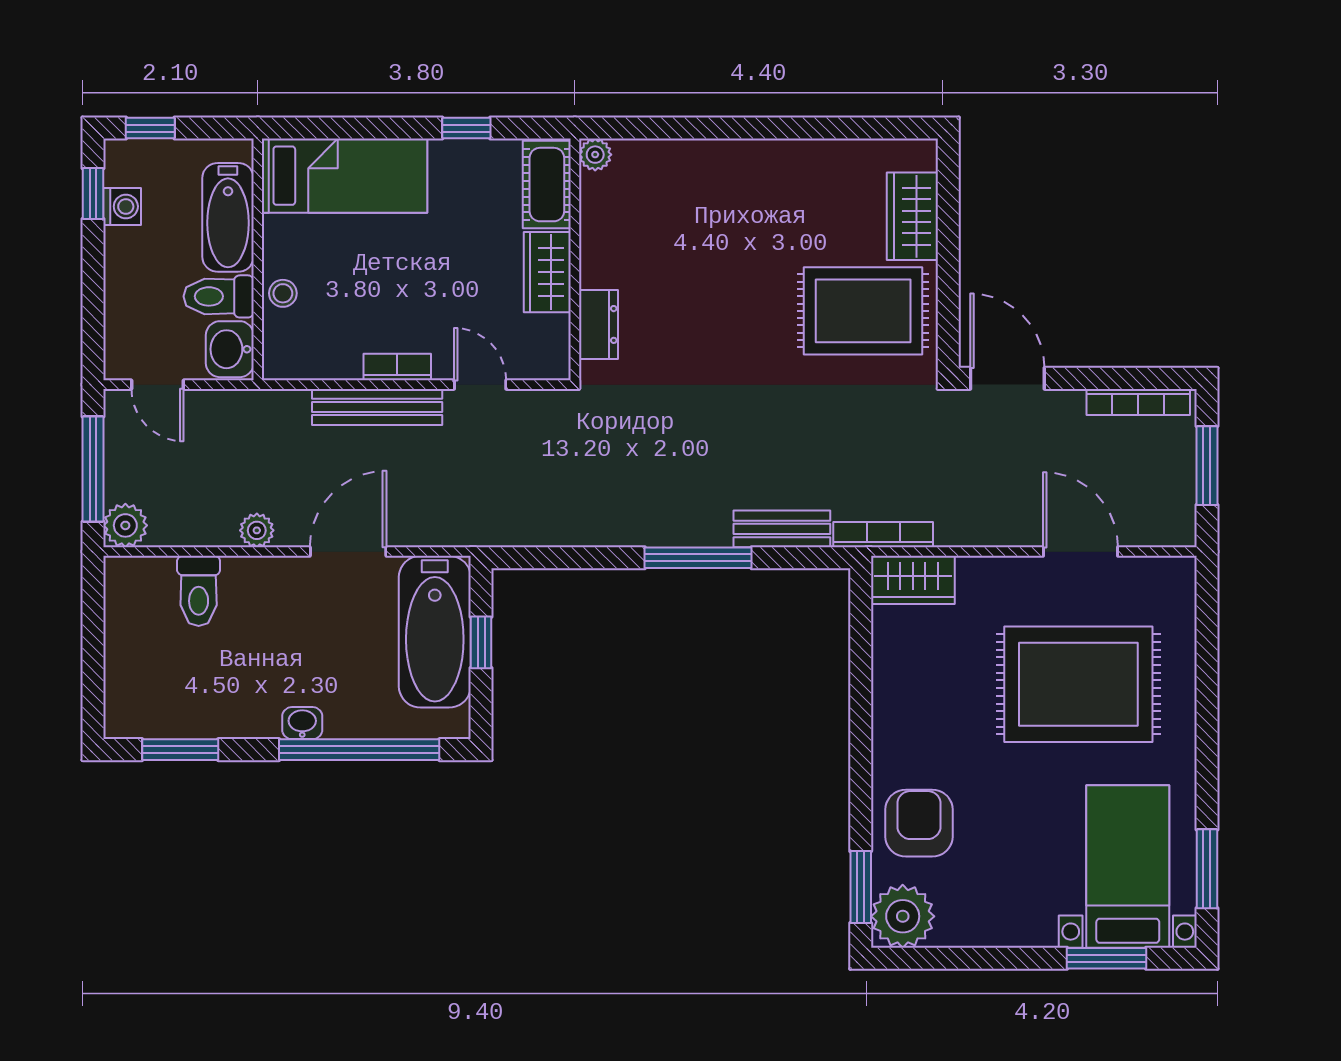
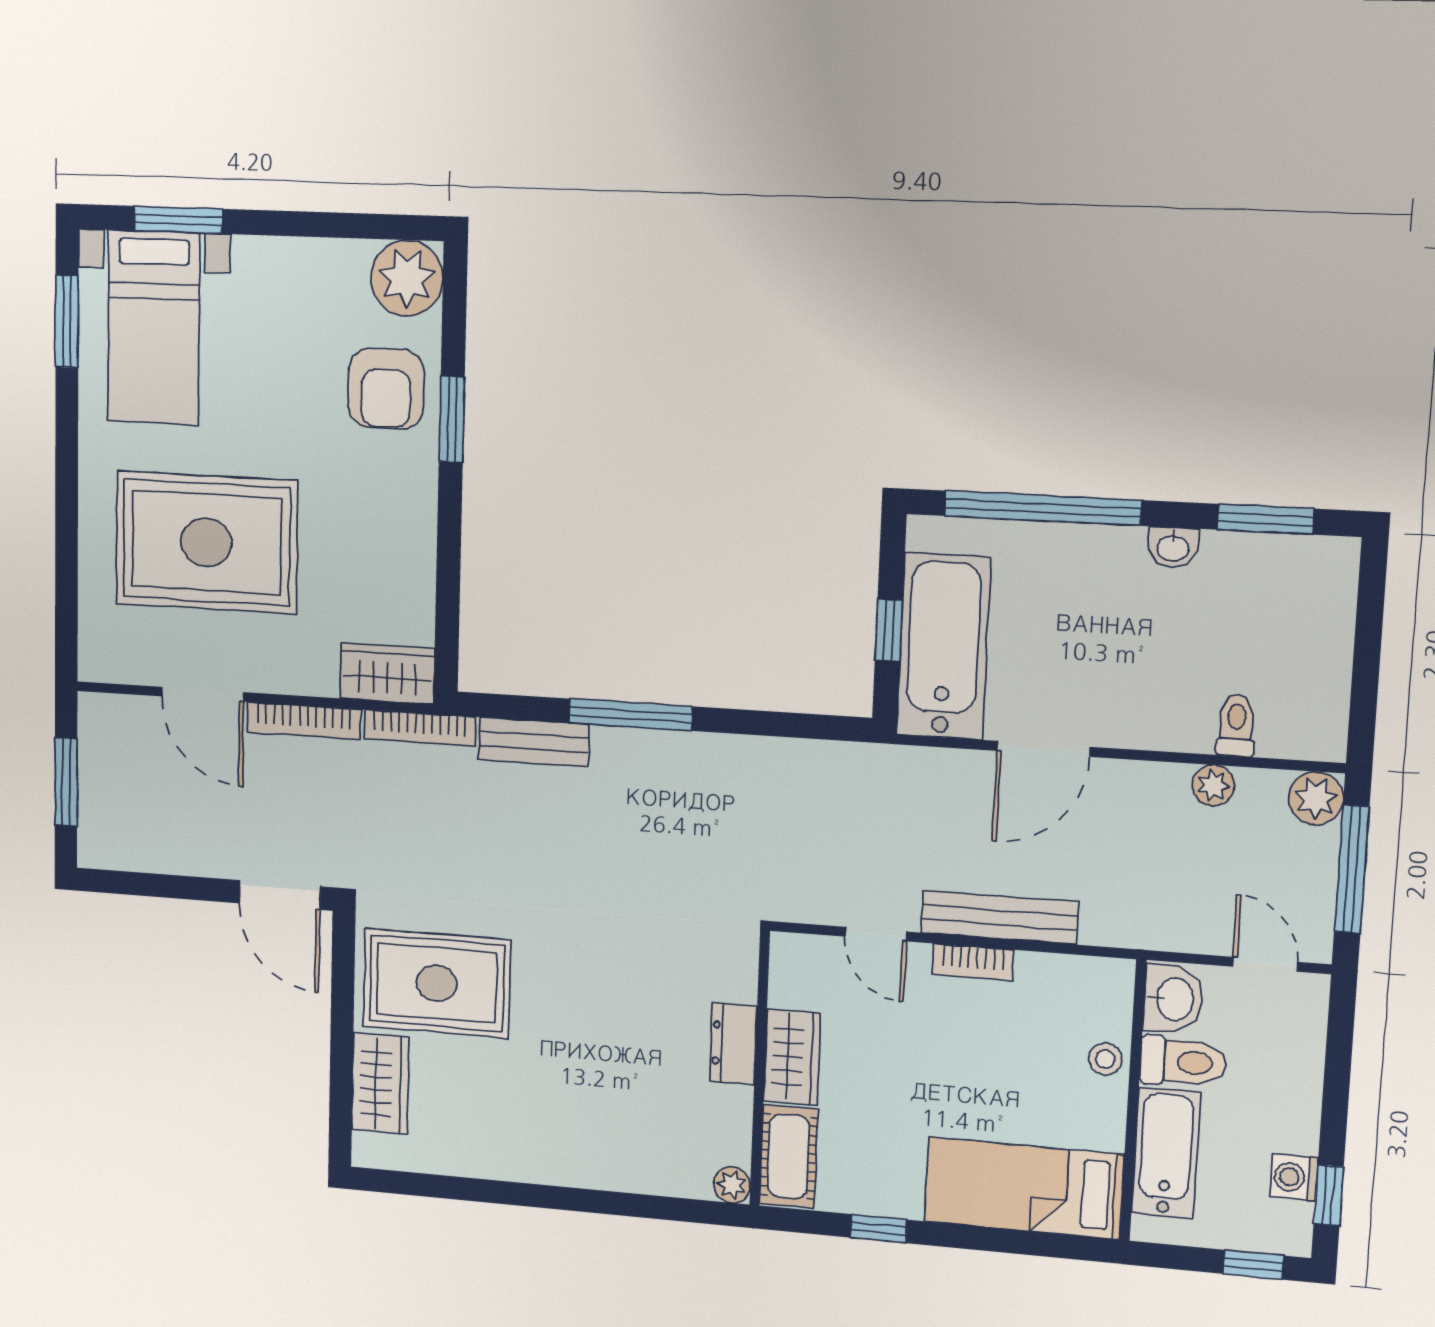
dresser: (599, 324) -> (733, 1044), moved
bookcase: (1138, 402) -> (304, 721), moved, turned 180
plant: (257, 530) -> (1213, 785), moved
toilet: (199, 591) -> (1236, 725), width x0.73, depth x0.72
washbasin: (302, 723) -> (1173, 547), moved
window: (861, 887) -> (452, 419), moved

